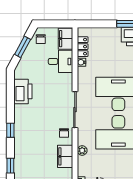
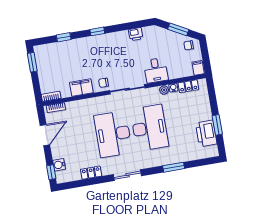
filing cabinet: (66, 39) -> (198, 68), width x0.50
desk: (60, 61) -> (156, 70), moved
printer: (23, 91) -> (136, 34), width x0.53, depth x0.68
plant: (82, 151) -> (164, 90), moved

